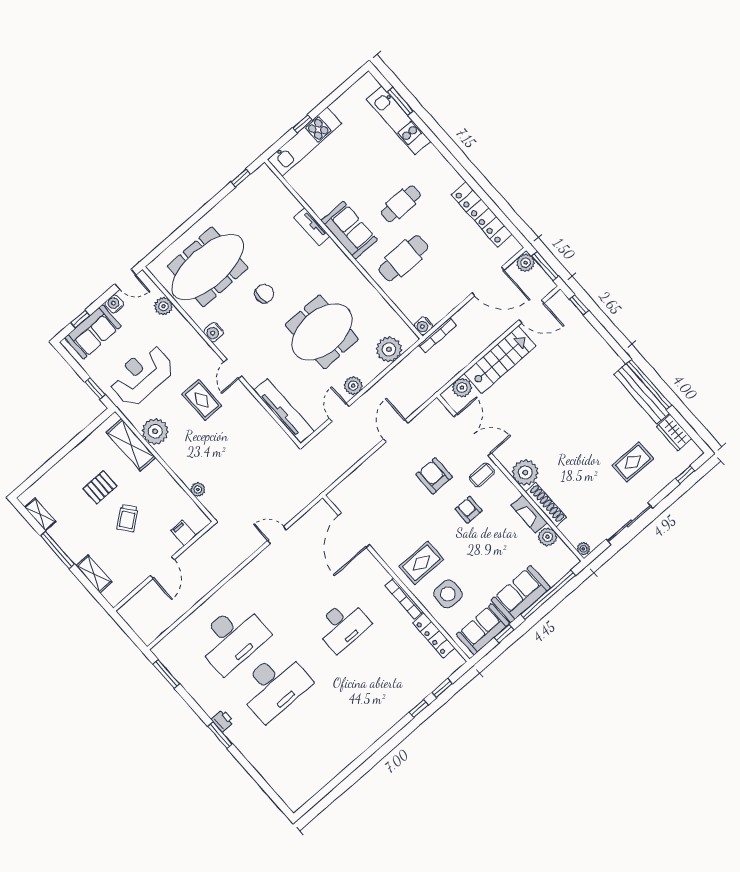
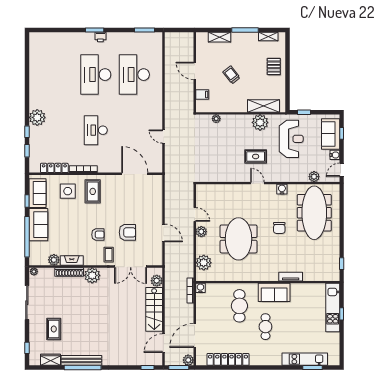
tv unit: (284, 411) -> (217, 190), removed
pallet: (100, 487) -> (274, 67), moved
door: (277, 535) -> (163, 137), swing flipped
plant: (390, 711) -> (37, 117), added

